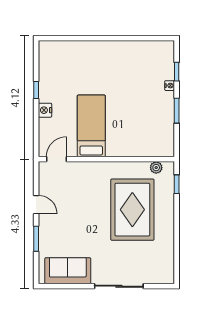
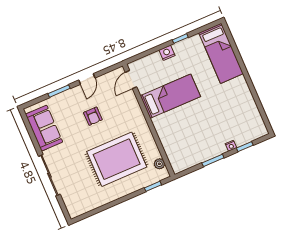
bed: (70, 54) -> (221, 53), added
door: (56, 159) -> (131, 80), swing flipped
armchair: (77, 215) -> (93, 116), added

